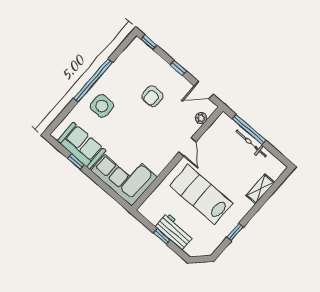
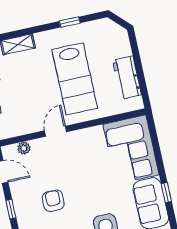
armchair: (152, 96) -> (53, 201), turned -90
workbench: (175, 232) -> (127, 78), moved
window: (162, 236) -> (139, 67), removed

